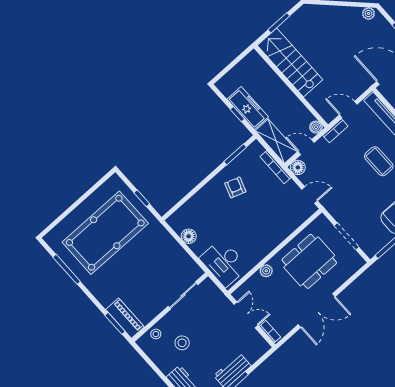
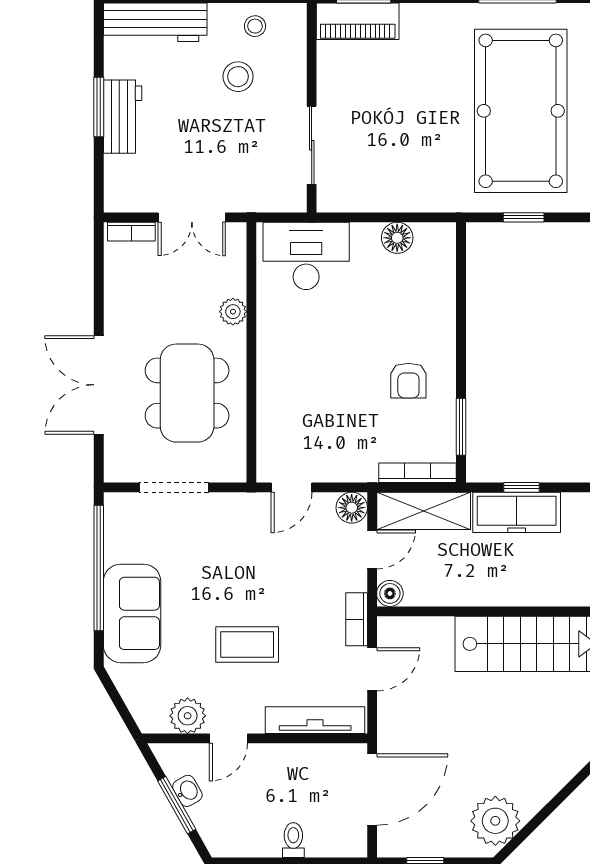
plant: (368, 14) -> (495, 821), width x1.87, depth x1.87
bookcase: (275, 167) -> (418, 473), moved
armchair: (235, 187) -> (408, 381), turned 71
double door: (317, 311) -> (99, 385), moved
stool: (156, 334) -> (255, 26), moved

